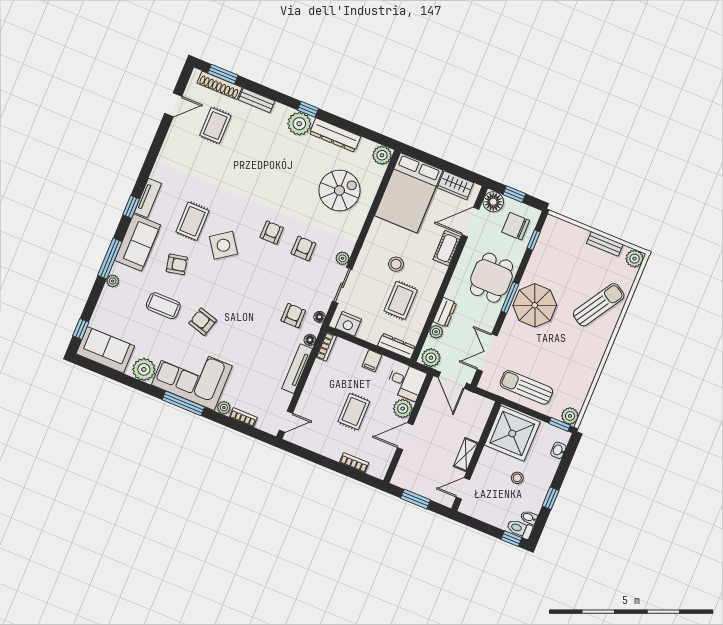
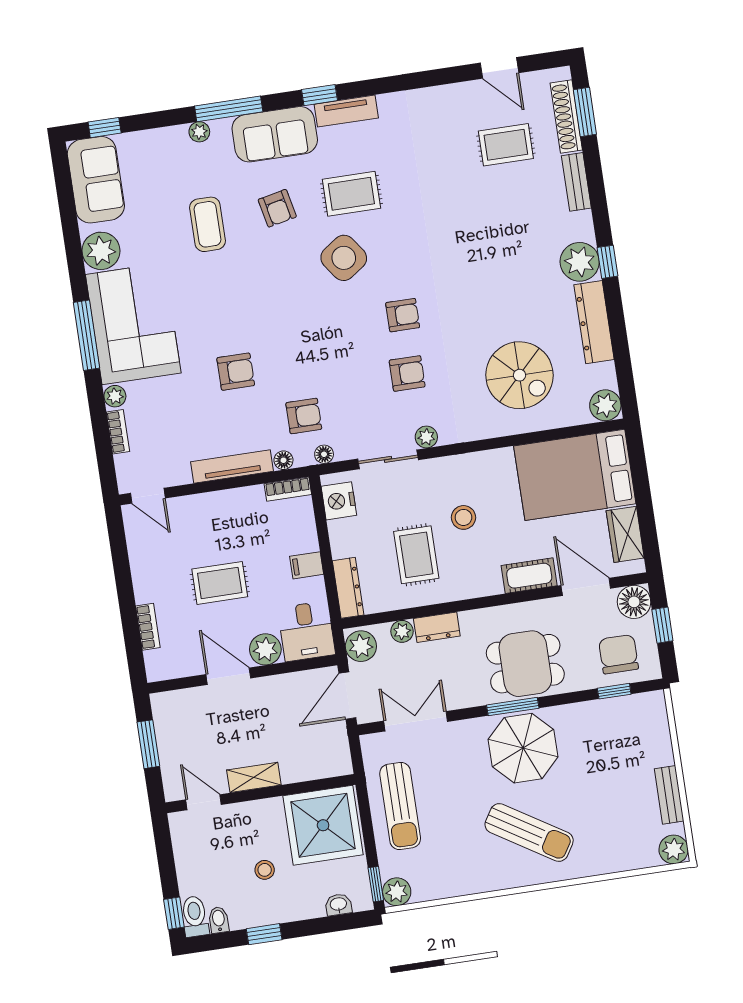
rug: (401, 300) -> (416, 555), turned 90
sun lounger: (599, 305) -> (529, 832), moved
armchair: (203, 322) -> (236, 372), moved, turned 74
sun lounger: (526, 387) -> (400, 806), turned 180

